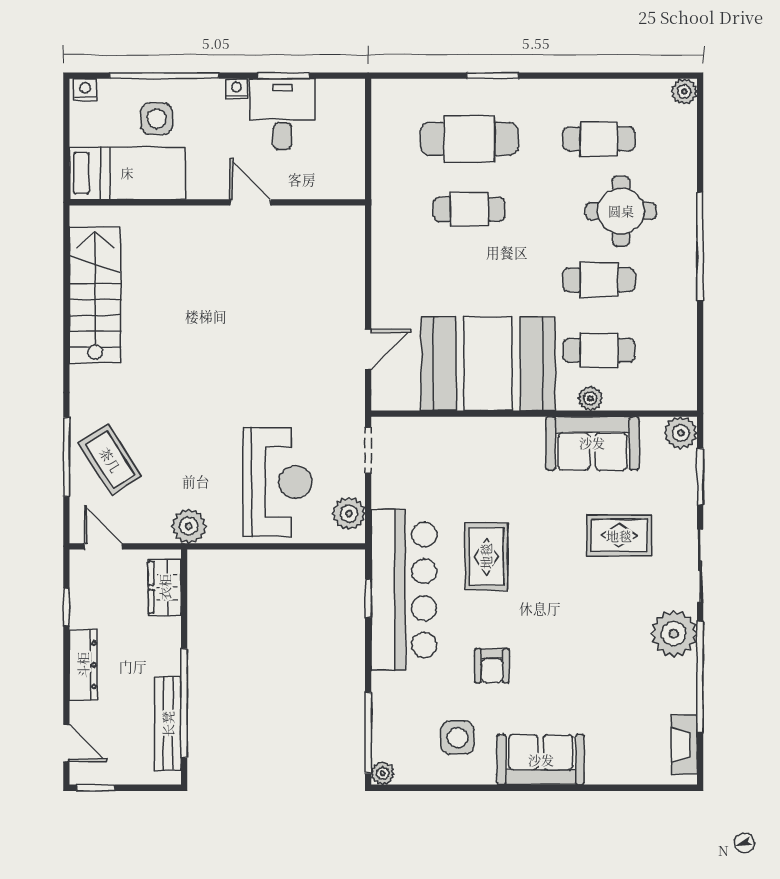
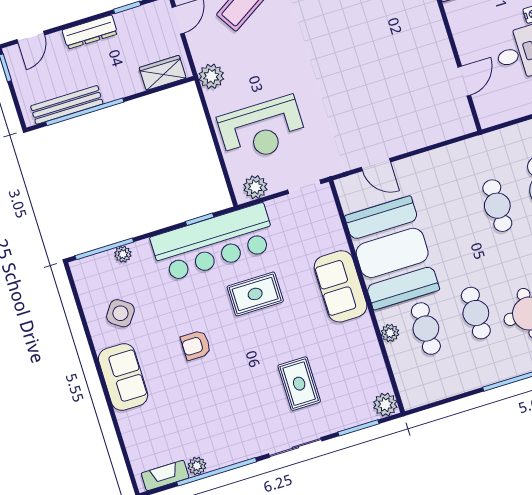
door: (250, 202) -> (464, 81), moved
sofa: (592, 443) -> (341, 286), moved
plant: (674, 634) -> (197, 466), moved, width x0.53, depth x0.53
armchair: (492, 666) -> (196, 345), moved
side table: (458, 738) -> (120, 313), turned 35
plant: (383, 773) -> (123, 254), moved

